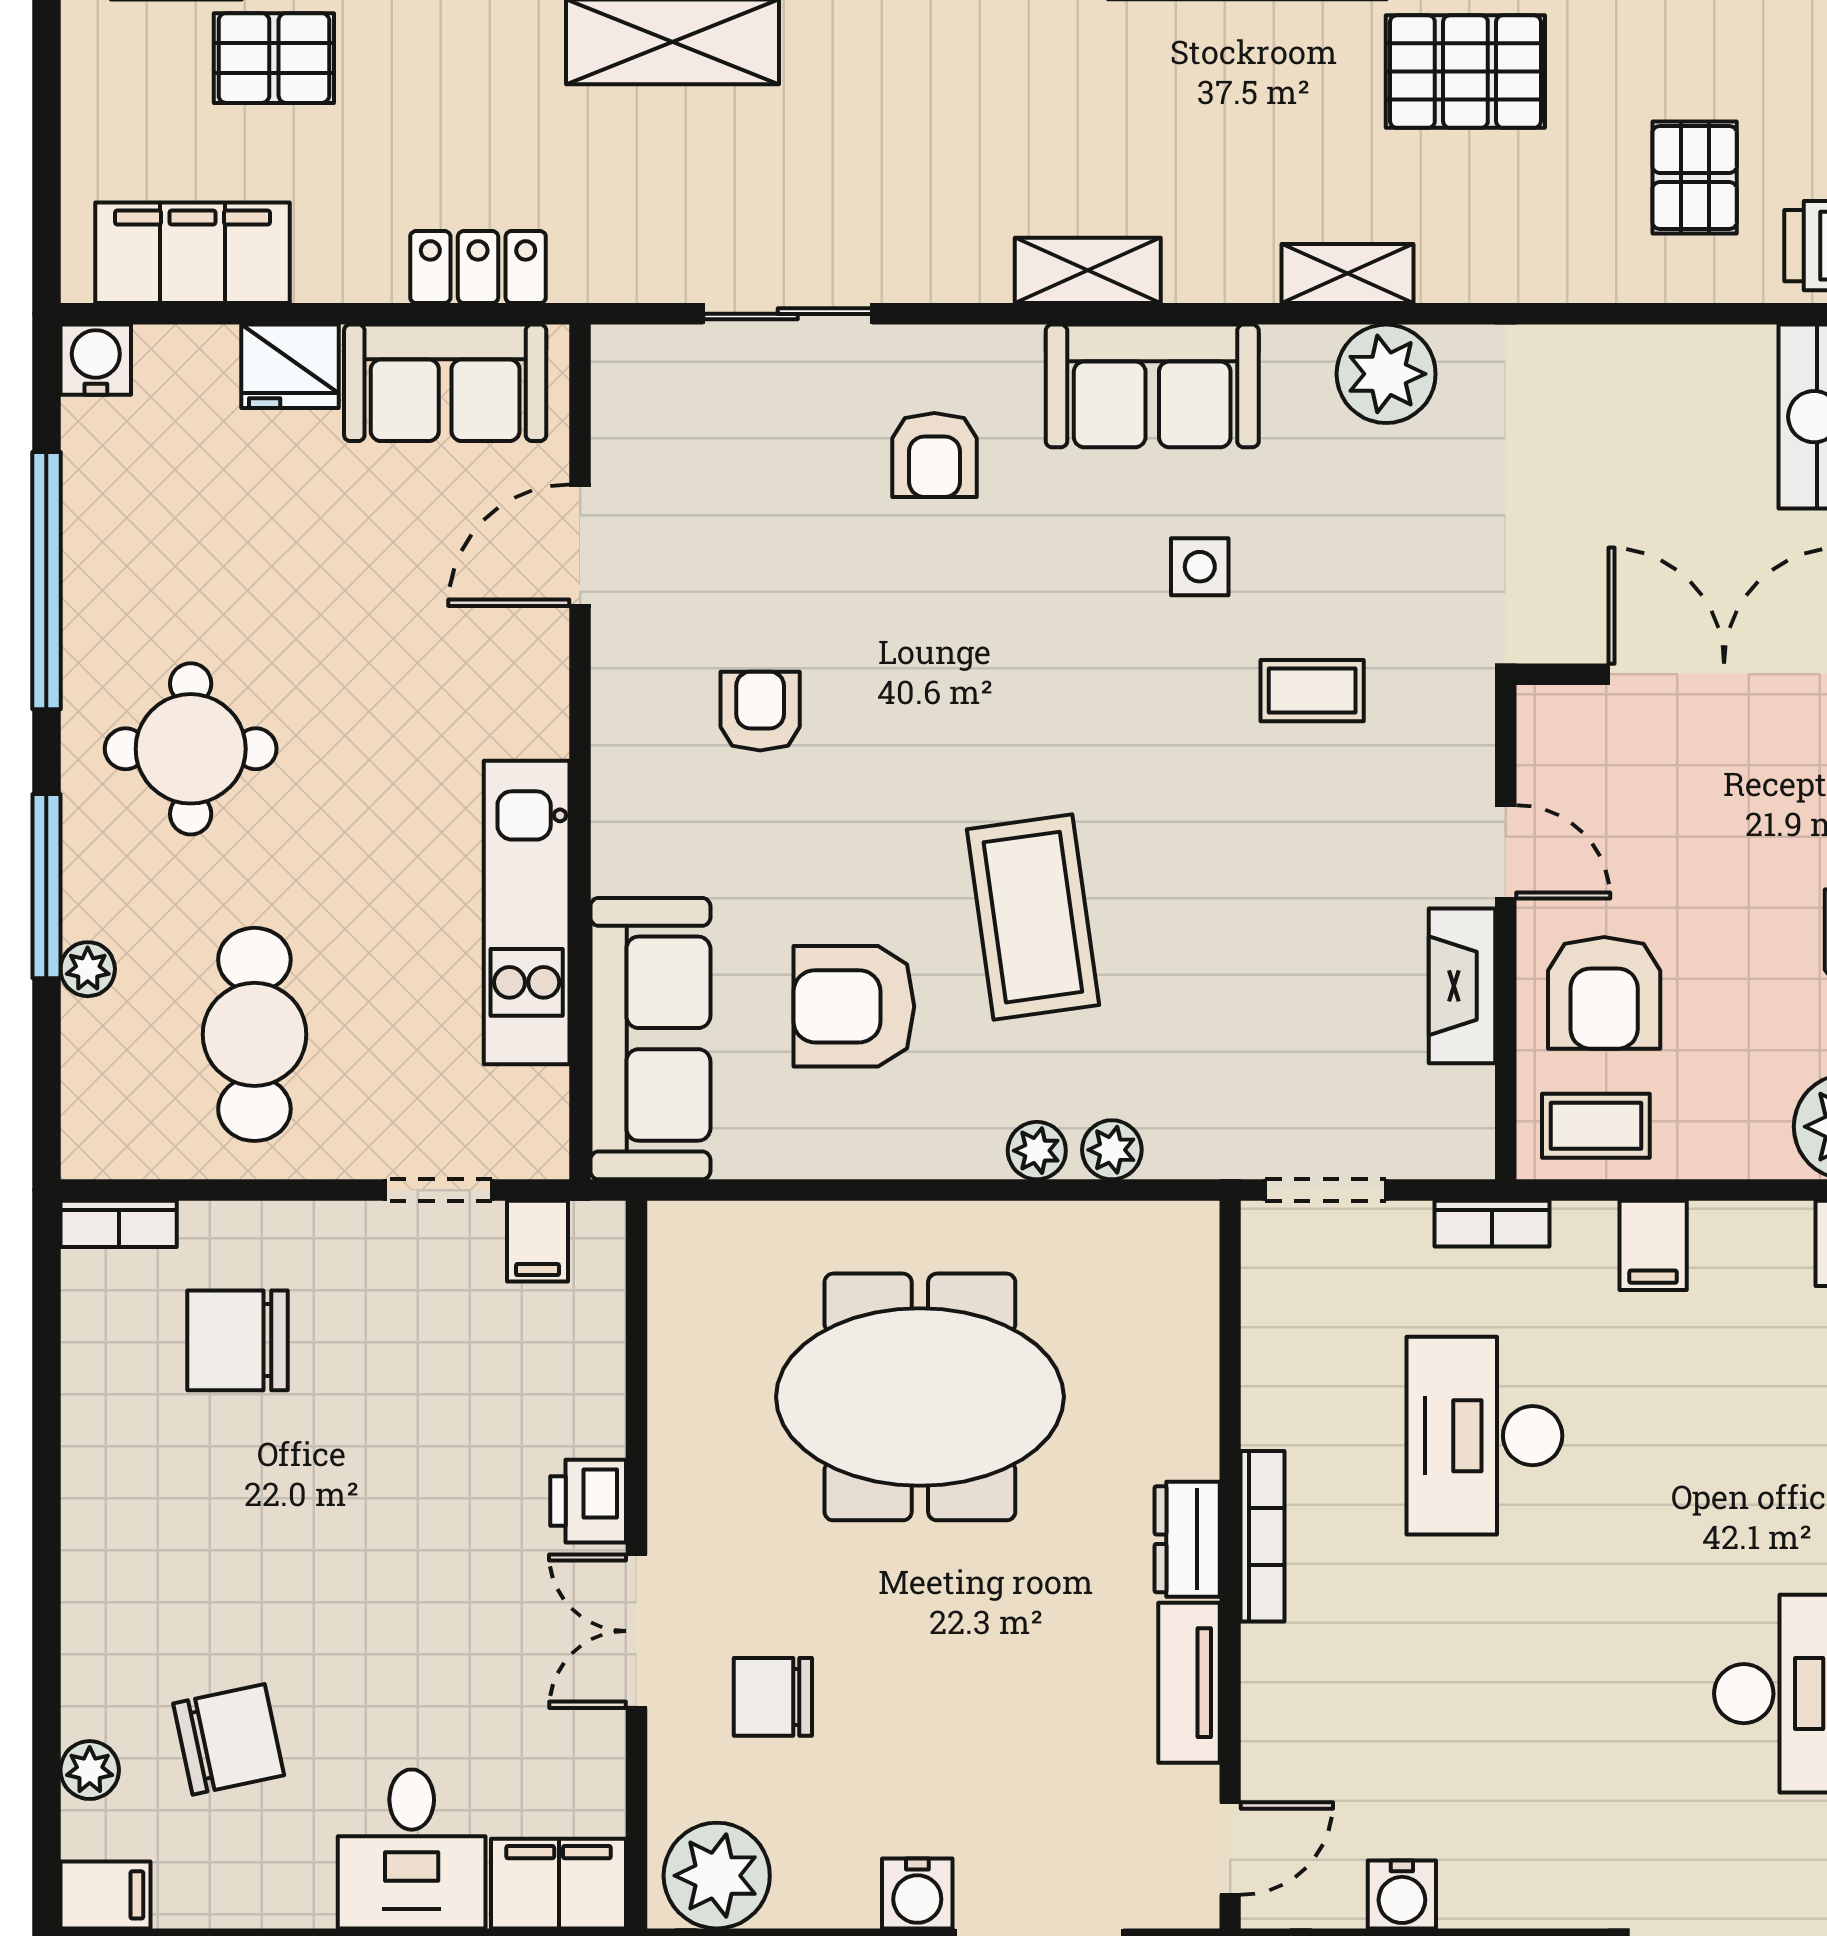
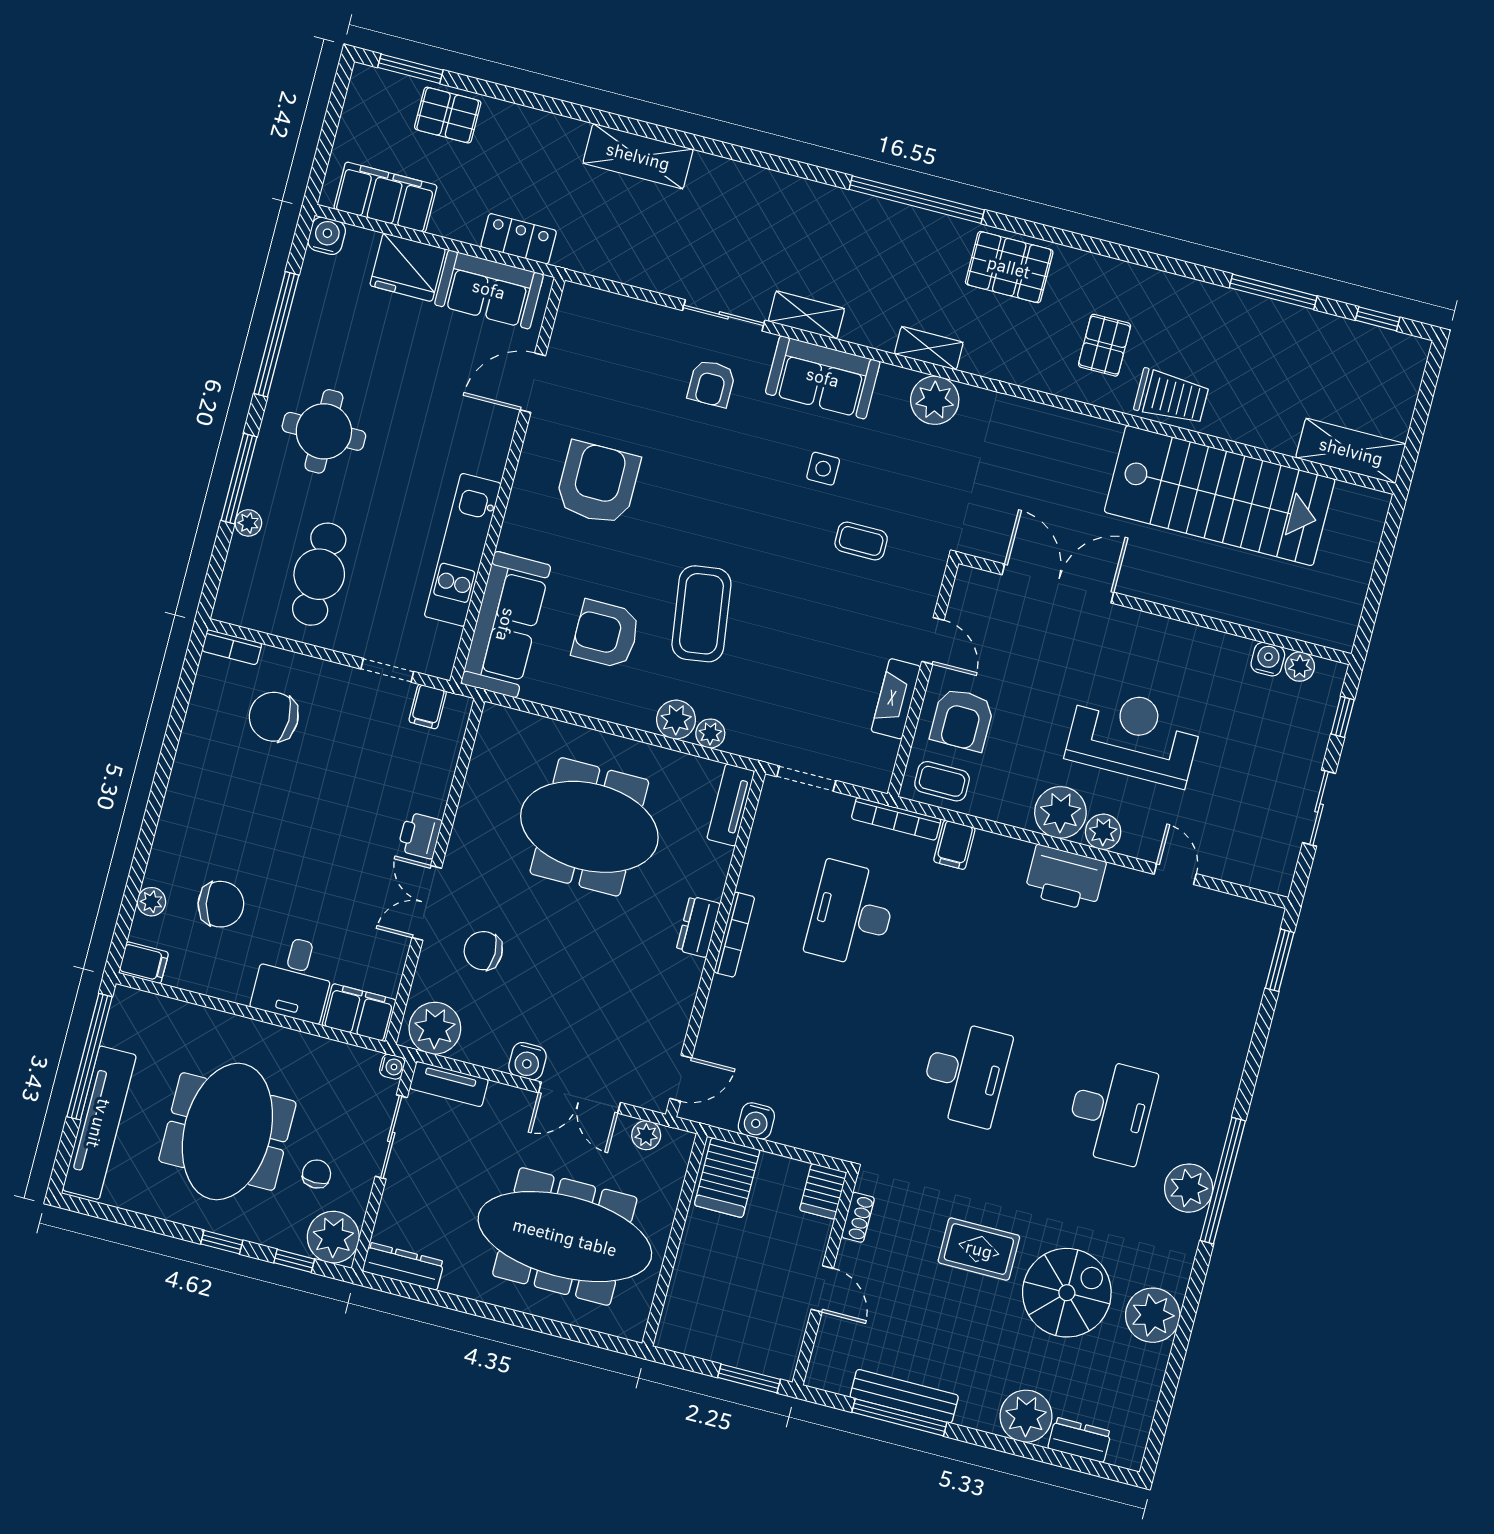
sliding door: (788, 314) -> (724, 315), moved
fridge: (290, 366) -> (408, 267), width x1.36, depth x1.34
armchair: (760, 711) -> (598, 483), width x1.88, depth x1.88
plant: (1037, 1151) -> (676, 720), width x1.38, depth x1.38
bookcase: (1492, 1224) -> (896, 819), width x1.56
tv unit: (1189, 1683) -> (731, 805), moved

